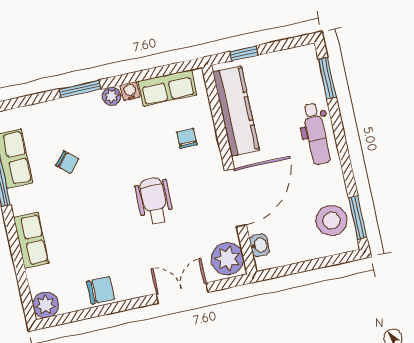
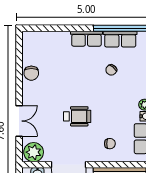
row of seats: (31, 240) -> (86, 39), moved
plant: (46, 305) -> (30, 39), removed

